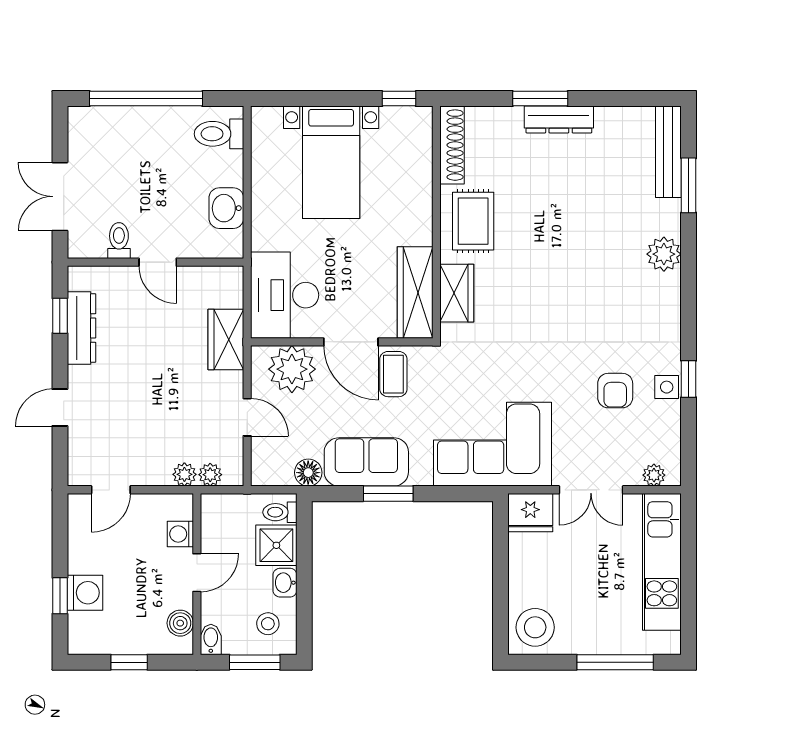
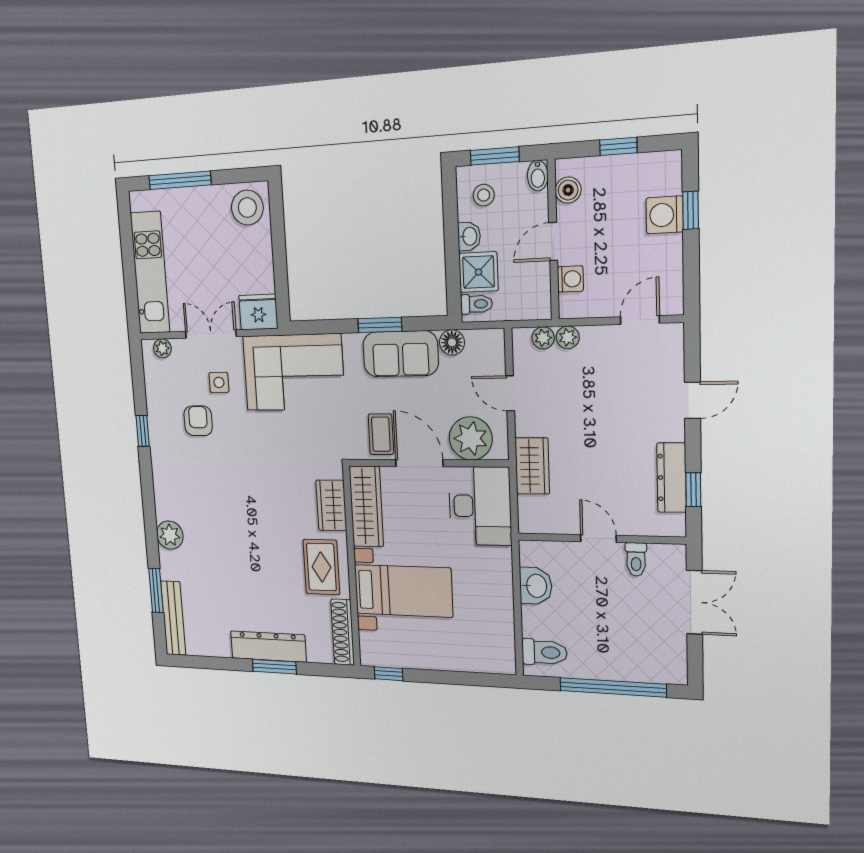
dresser: (559, 120) -> (268, 647), width x1.37, depth x1.24
bed with nightstands: (331, 162) -> (403, 591), moved, turned 90
side table: (667, 387) -> (219, 382), moved

